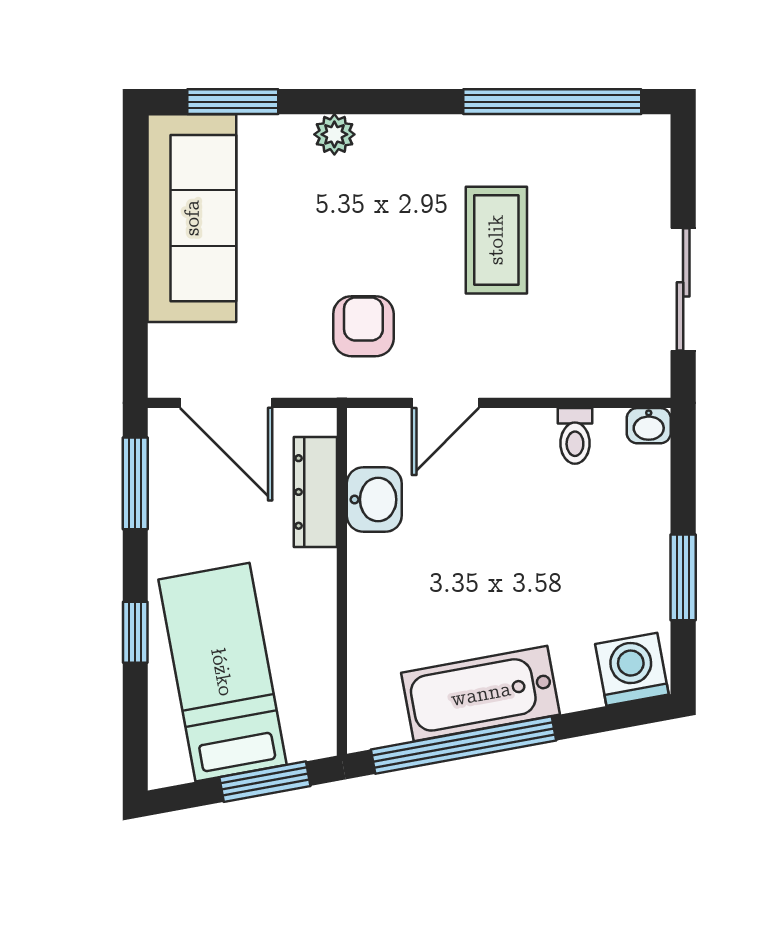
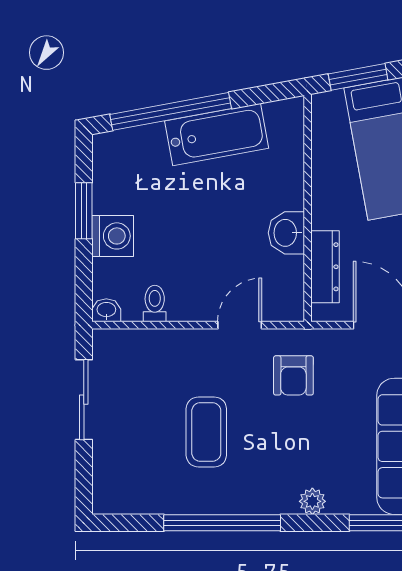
window: (552, 102) -> (222, 523), moved
washbasin: (374, 500) -> (286, 233), moved
washing machine: (632, 669) -> (113, 236), moved, turned -80
window: (464, 745) -> (171, 111), moved

